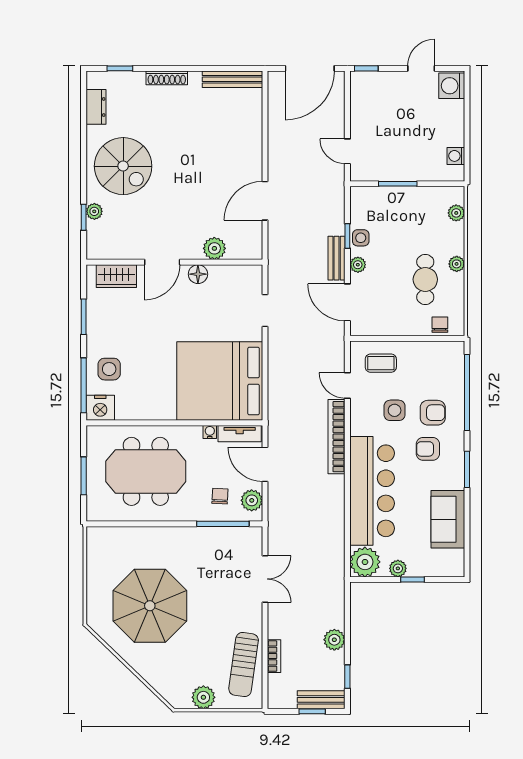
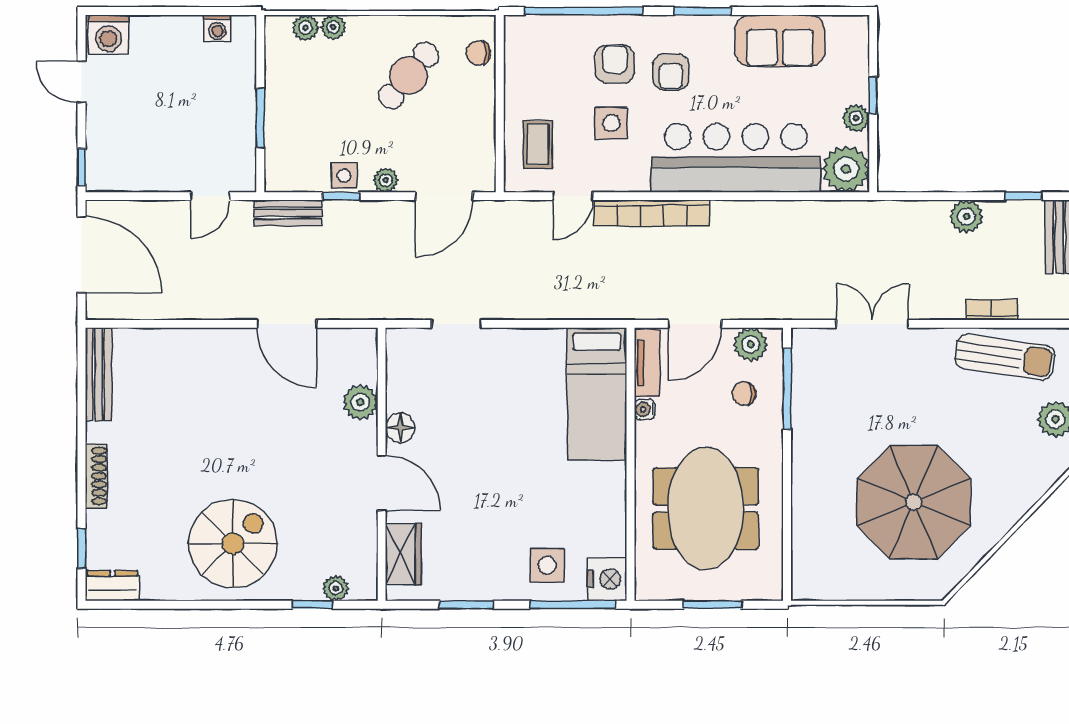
dresser: (96, 107) -> (113, 586), moved
plant: (94, 211) -> (336, 588), moved
bench: (337, 258) -> (288, 213), moved
plant: (457, 264) -> (333, 27), moved
cafe table: (425, 279) -> (409, 76), turned -50
bed: (220, 381) -> (597, 394), width x0.49

